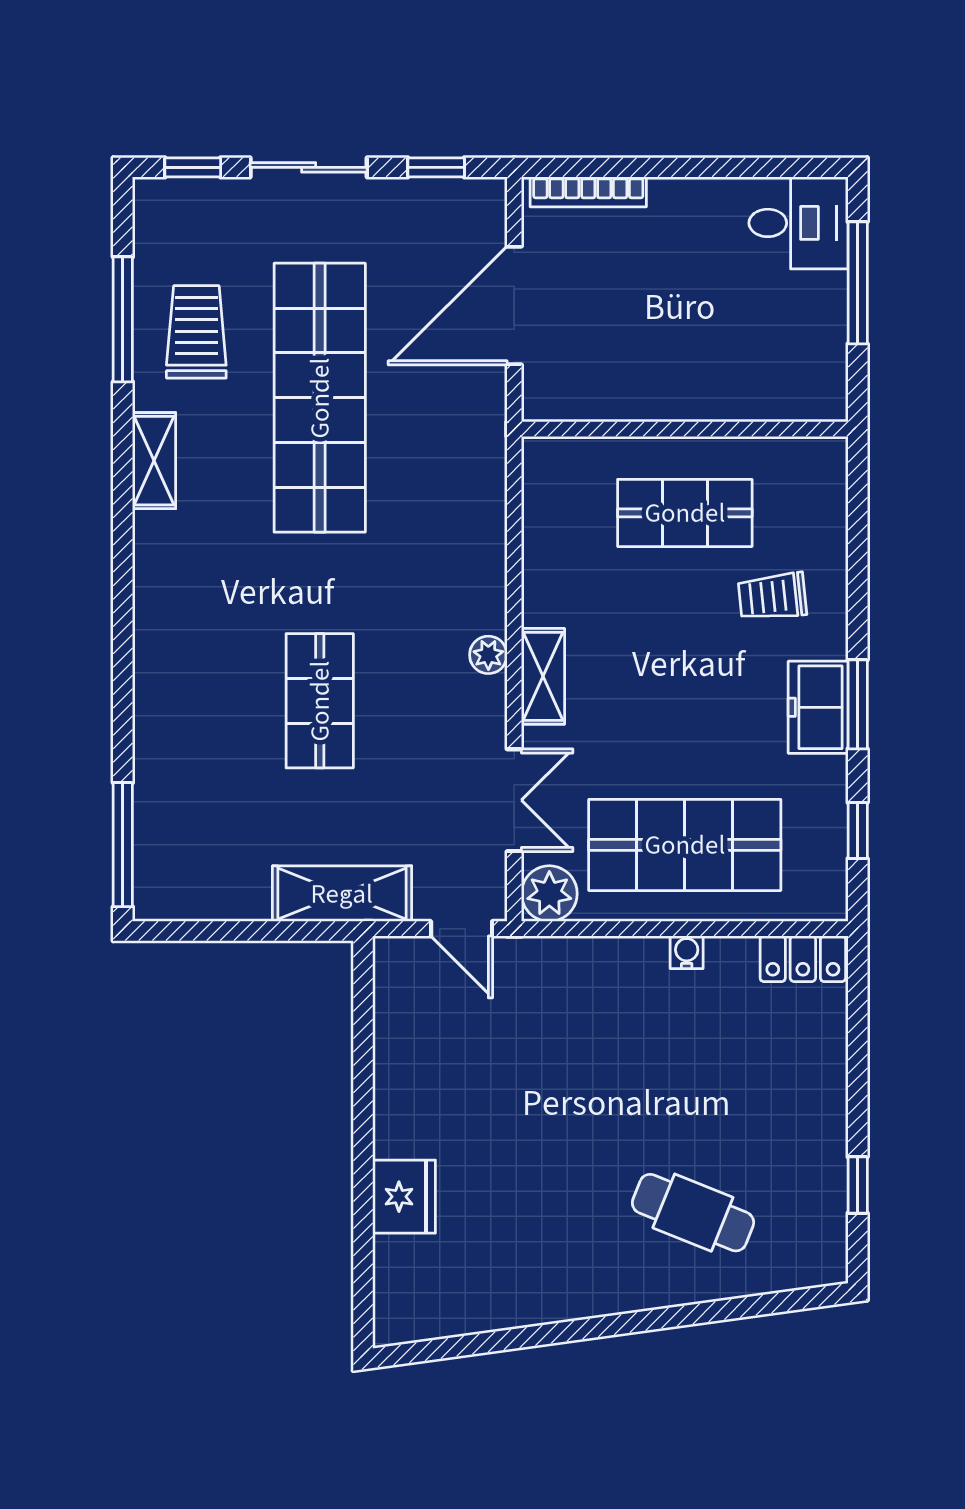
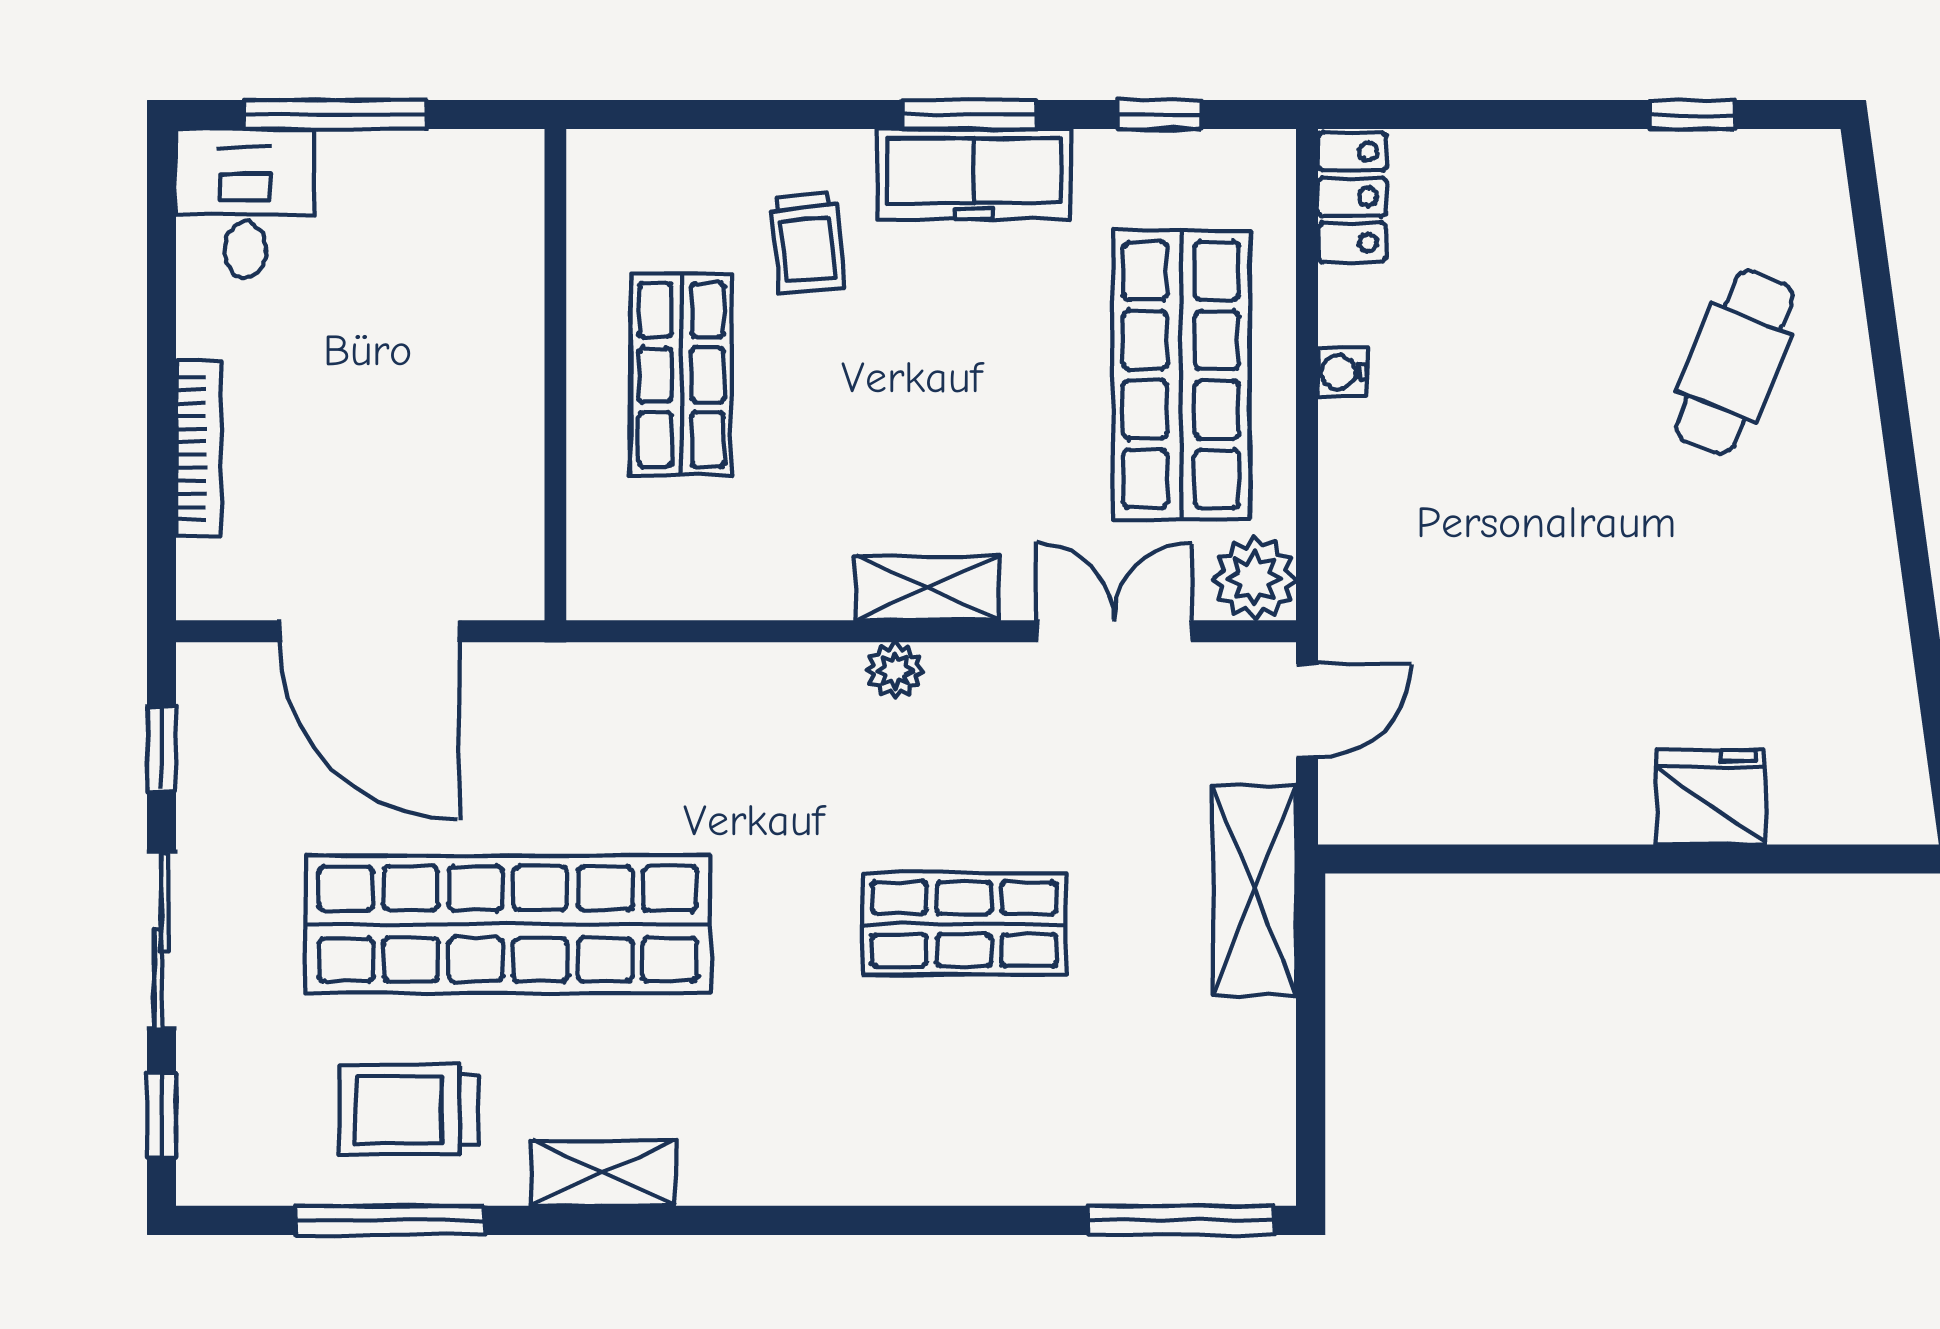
bookcase: (588, 192) -> (198, 448), moved
freezer: (818, 707) -> (974, 174), width x1.40

